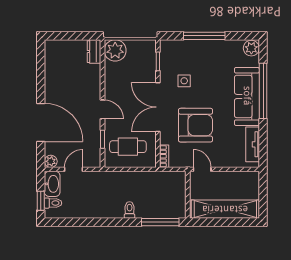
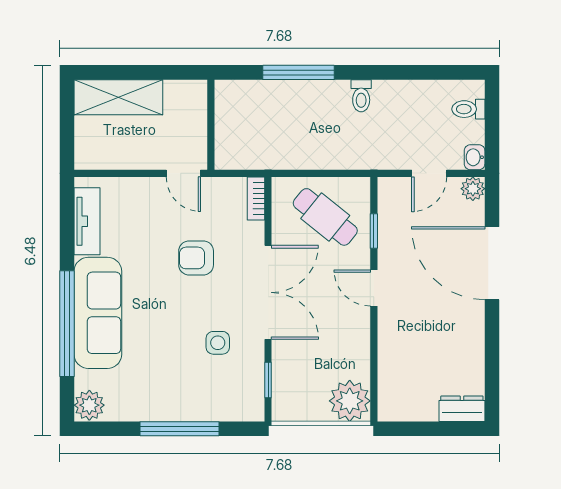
dresser: (94, 52) -> (462, 409), moved, turned -90
armchair: (195, 125) -> (196, 258), width x0.53, depth x0.53
cafe table: (128, 147) -> (325, 217), turned 39
washbasin: (52, 184) -> (475, 157), width x0.52, depth x0.69
window: (41, 201) -> (492, 113), removed
shelving: (225, 209) -> (118, 97), width x0.68
toilet: (130, 210) -> (361, 96), moved
window: (160, 222) -> (299, 72), moved

